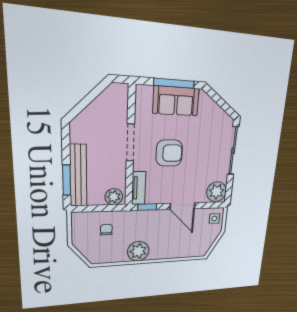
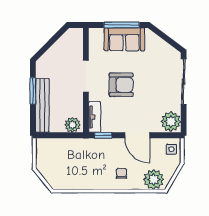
window: (67, 180) -> (33, 91), moved
chair: (106, 230) -> (121, 173), moved
plant: (138, 251) -> (154, 179), moved

